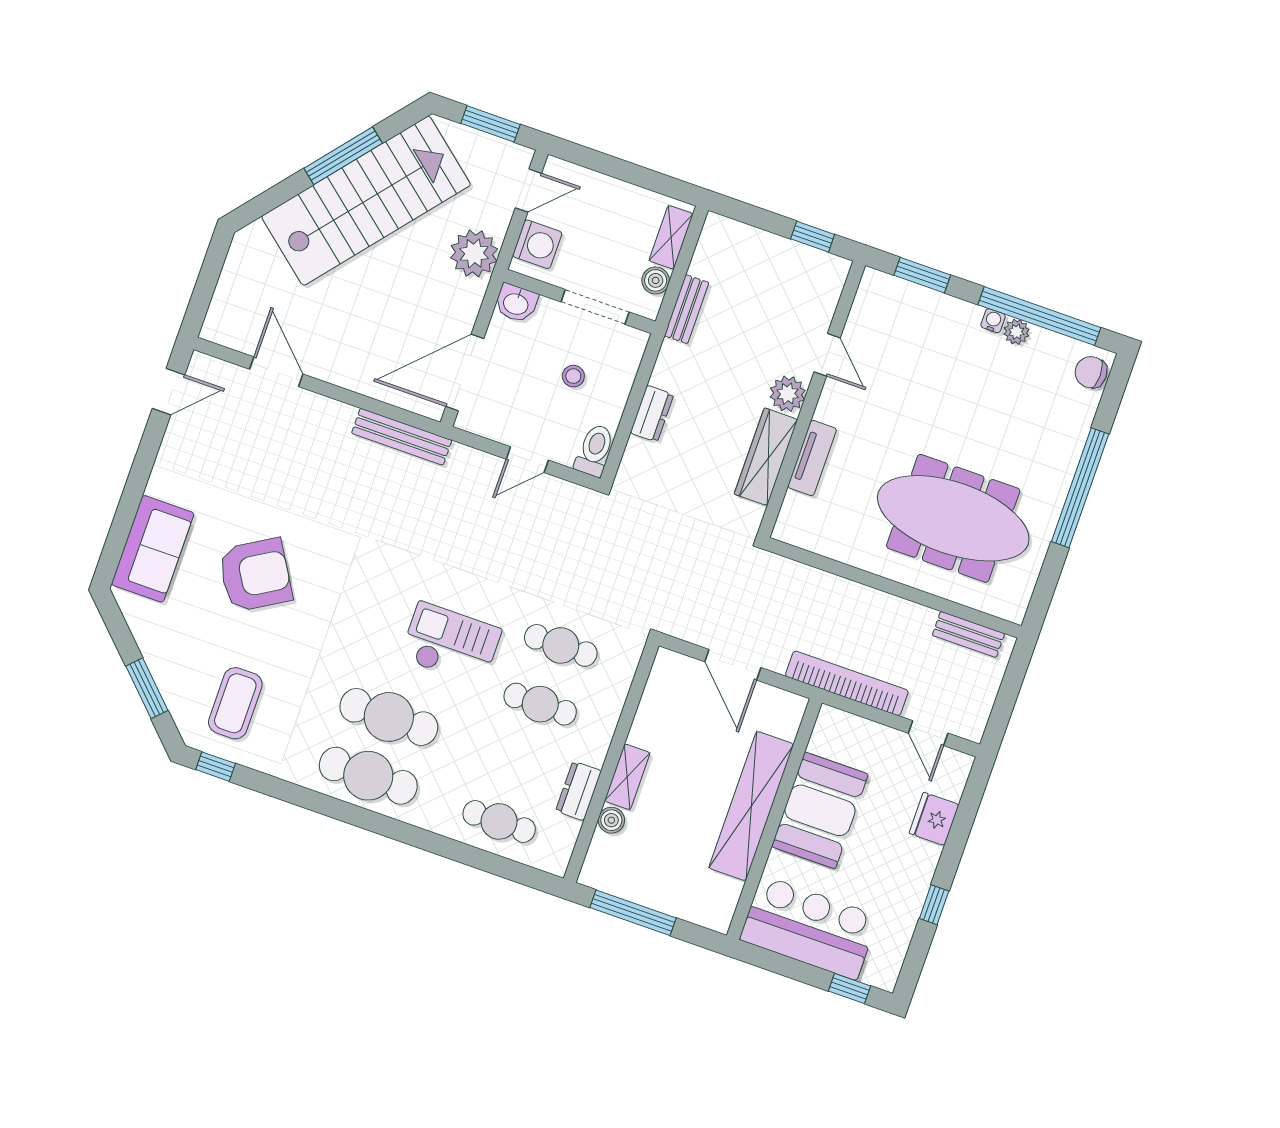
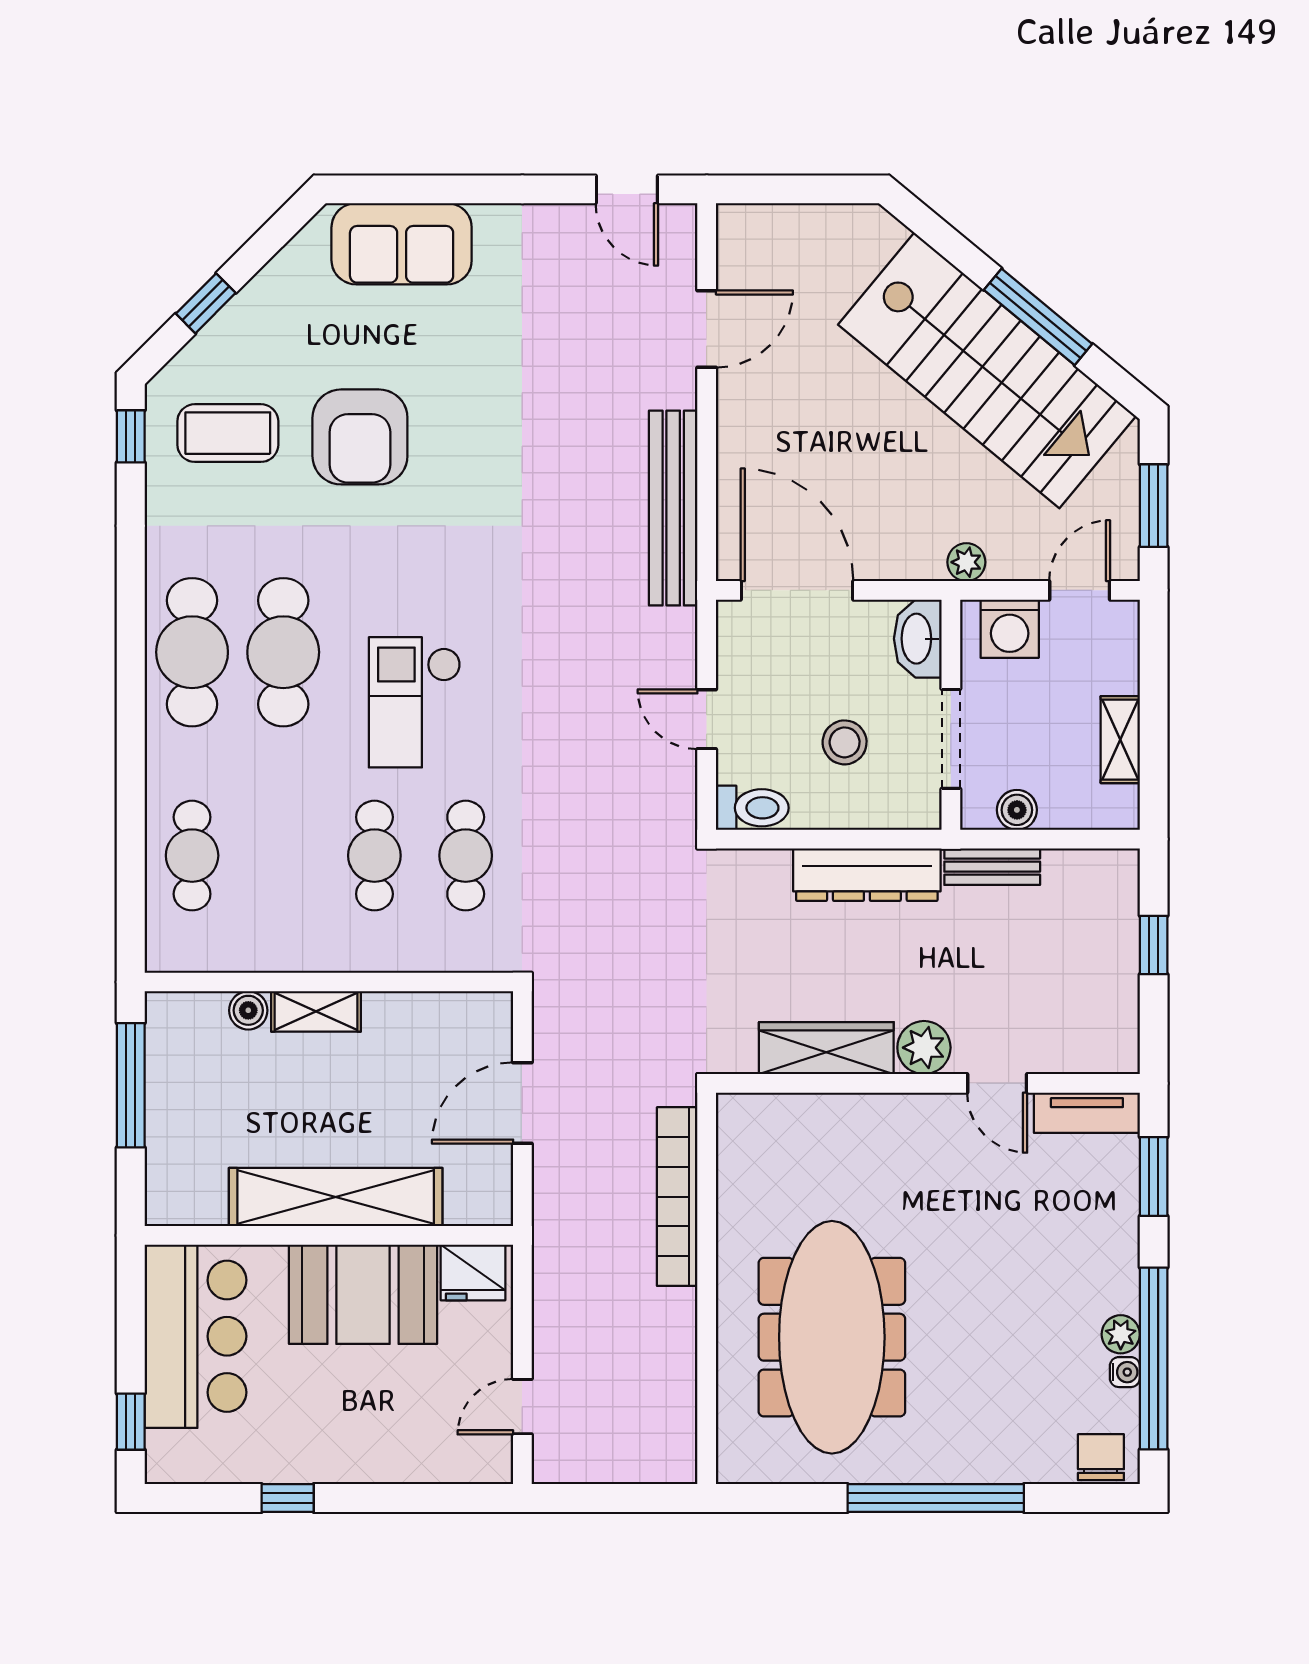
door: (528, 191) -> (1080, 590), swing flipped
shelving: (671, 237) -> (1120, 740), moved, turned 90
window: (813, 237) -> (1154, 945), moved
plant: (474, 253) -> (966, 562), width x0.53, depth x0.53
washbasin: (516, 303) -> (918, 639), width x1.38
water cooler: (993, 321) -> (1125, 1372), moved
door: (827, 355) -> (997, 1083), hinge flipped
stool: (573, 376) -> (845, 742), width x1.37, depth x1.37
dresser: (652, 414) -> (867, 875), width x1.96, depth x1.24
bench: (402, 437) -> (673, 508), width x1.37, depth x1.21
tv unit: (812, 458) -> (1087, 1113), moved
armchair: (255, 575) -> (360, 437), moved, turned 31
bench: (968, 634) -> (678, 1415), removed
checkout: (451, 644) -> (415, 702), turned 180
bookcase: (847, 683) -> (677, 1197), moved, turned 180
window: (147, 688) -> (206, 303), width x0.67
dresser: (578, 791) -> (273, 951), removed
fridge: (934, 819) -> (473, 1272), moved, turned 180

